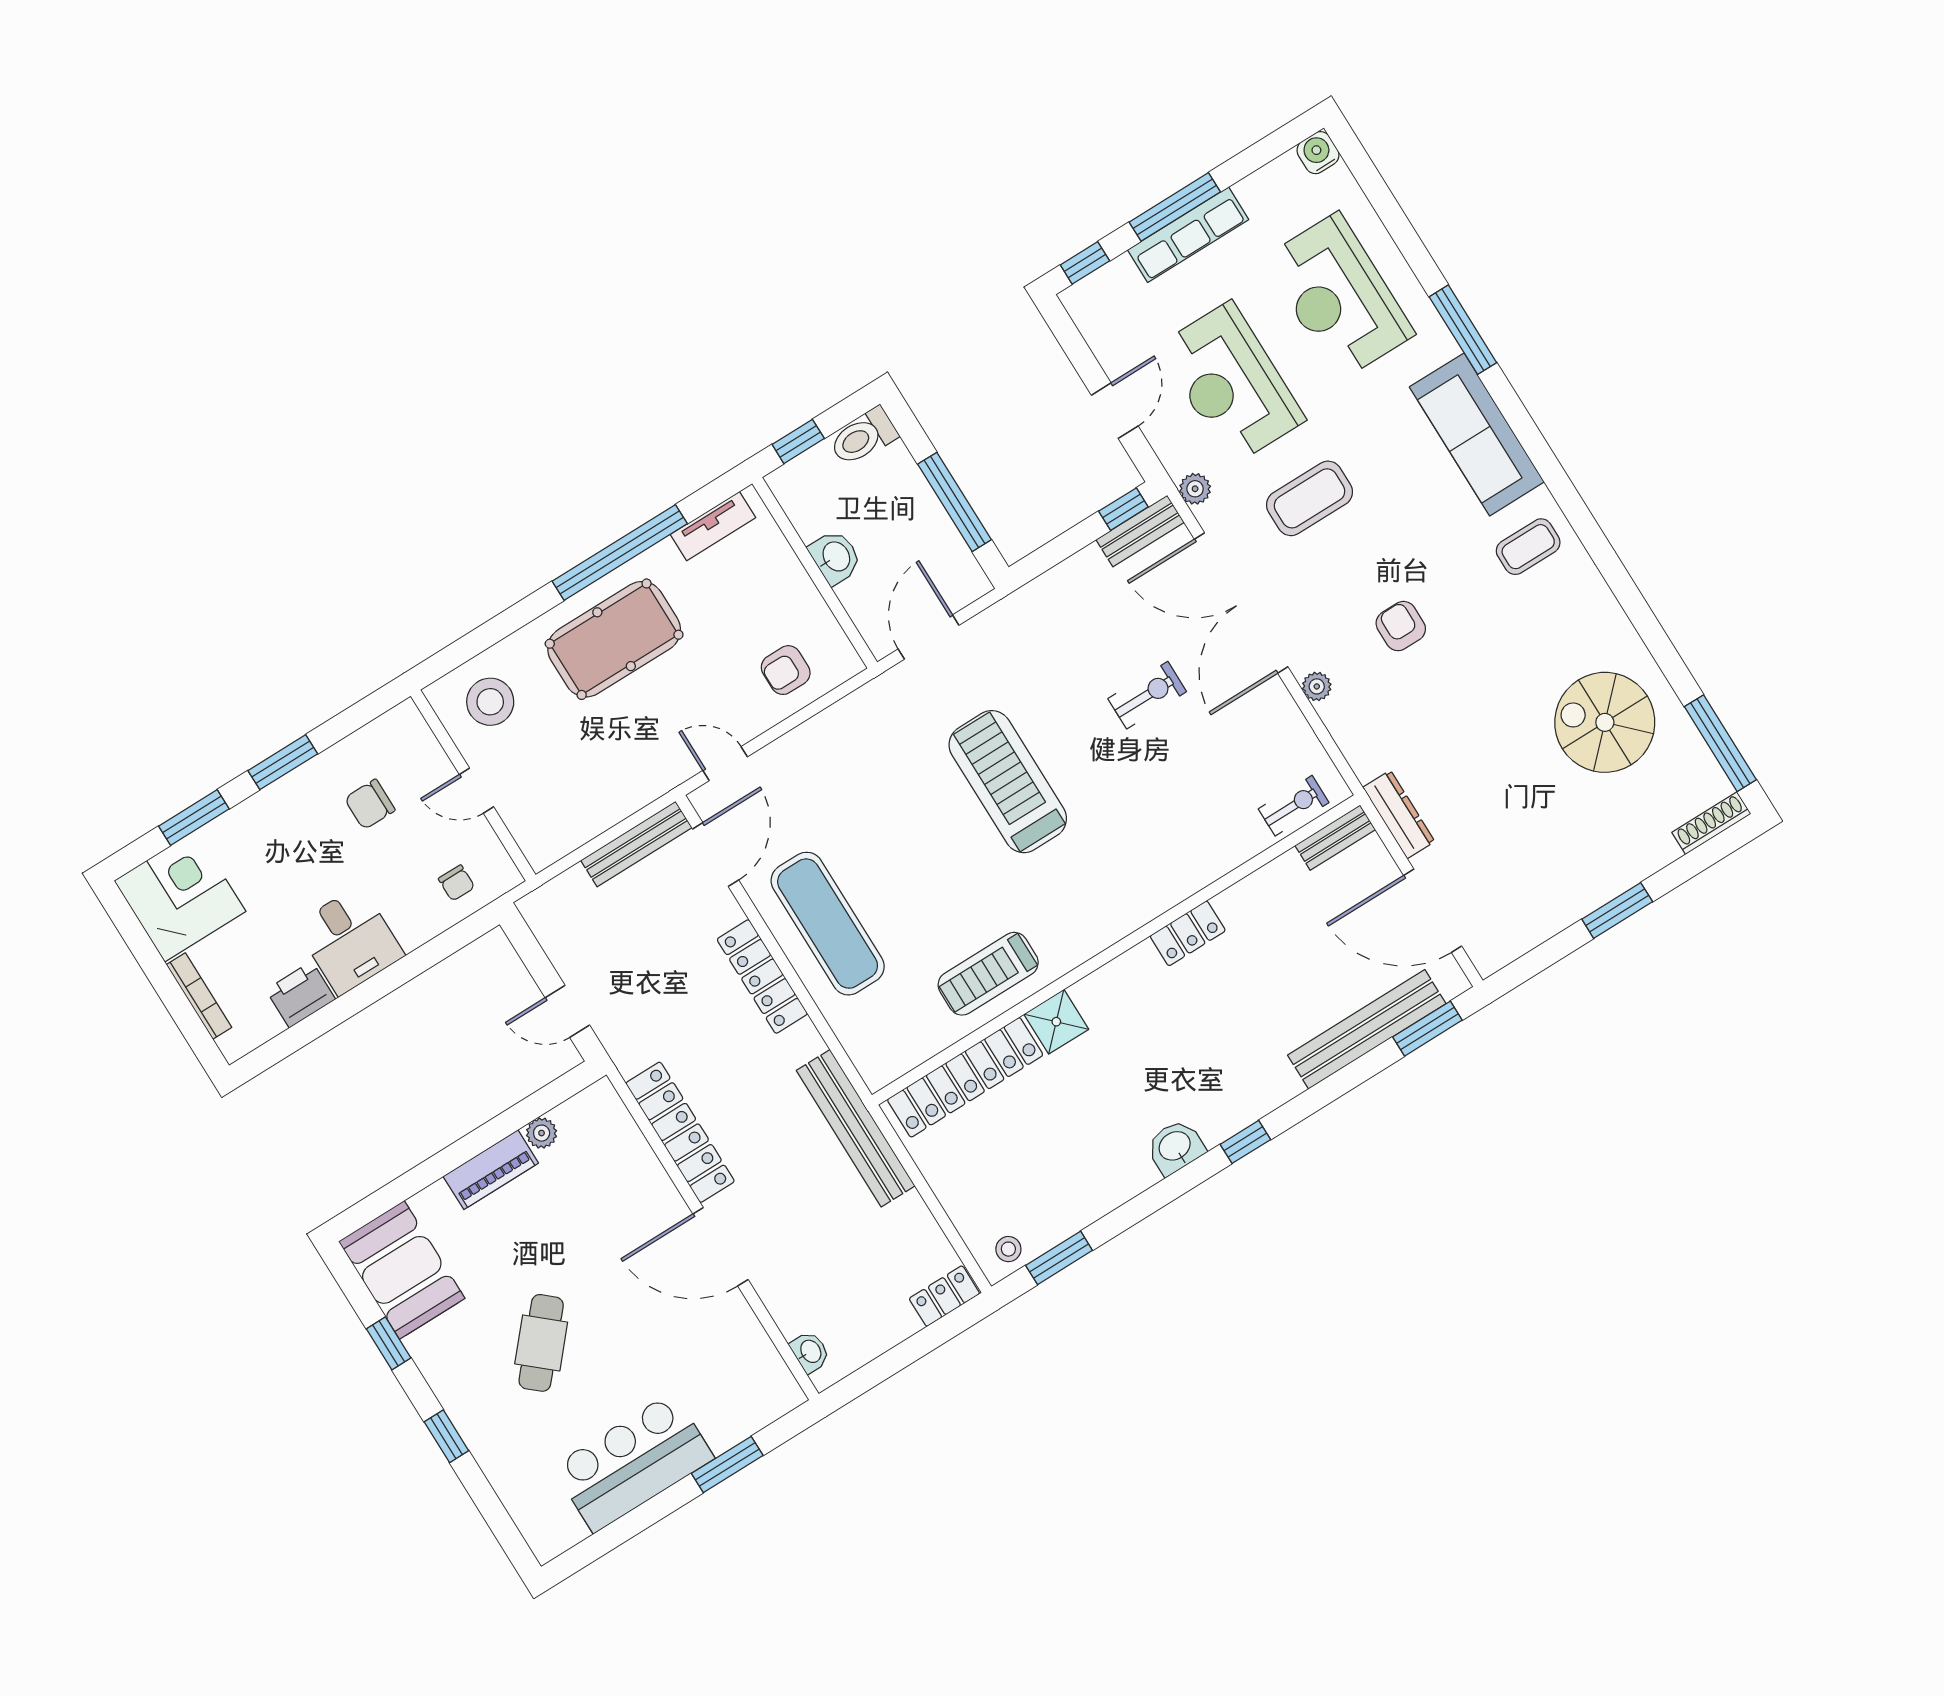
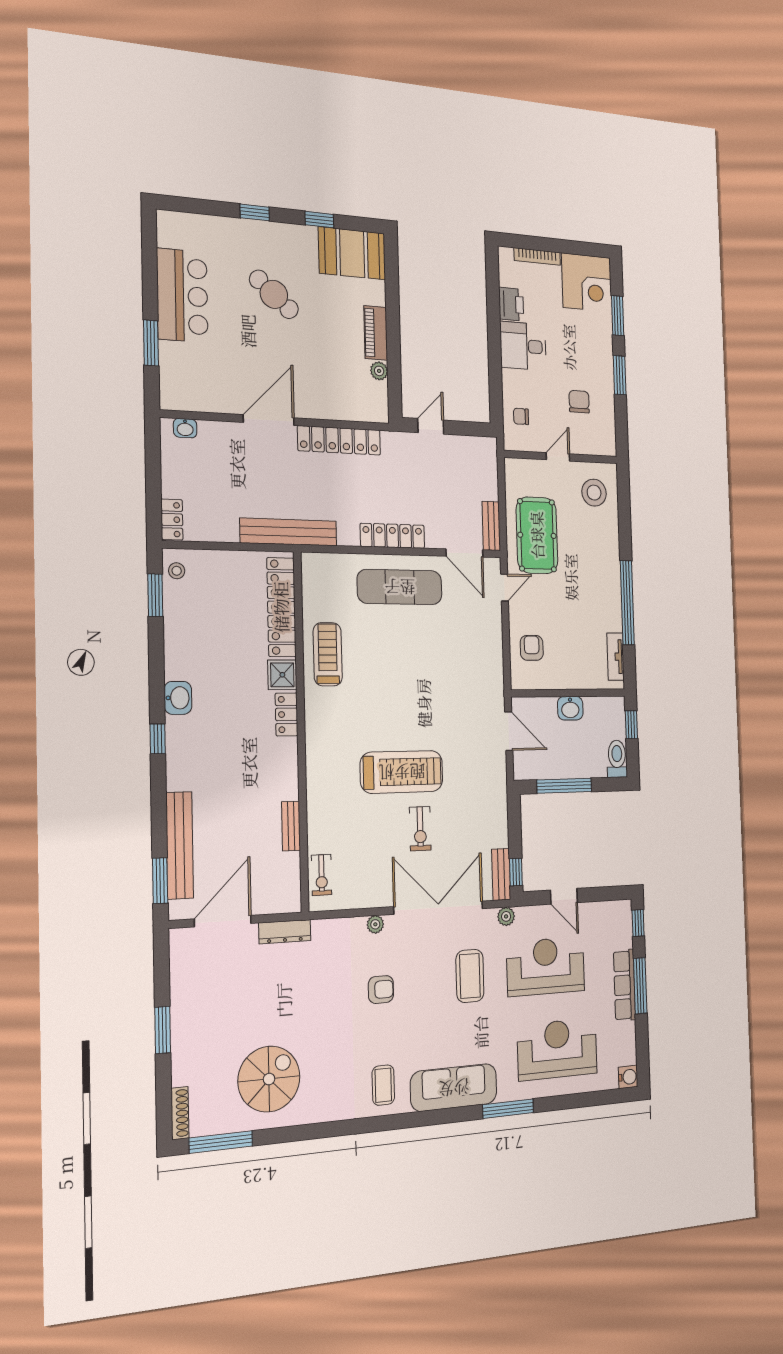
pool table: (614, 639) -> (537, 535), moved
treadmill: (1008, 782) -> (402, 772), moved
bench: (1335, 838) -> (291, 826), moved
bench: (636, 844) -> (491, 526), width x0.73
locker: (1188, 933) -> (287, 714), moved

